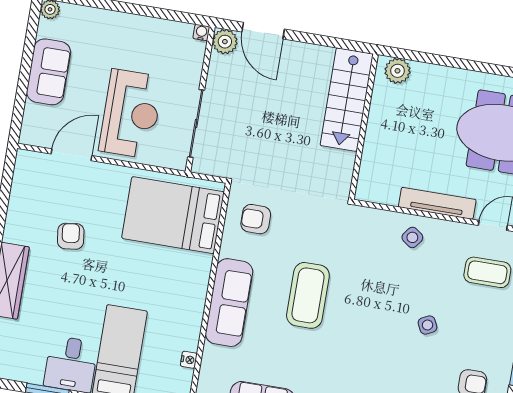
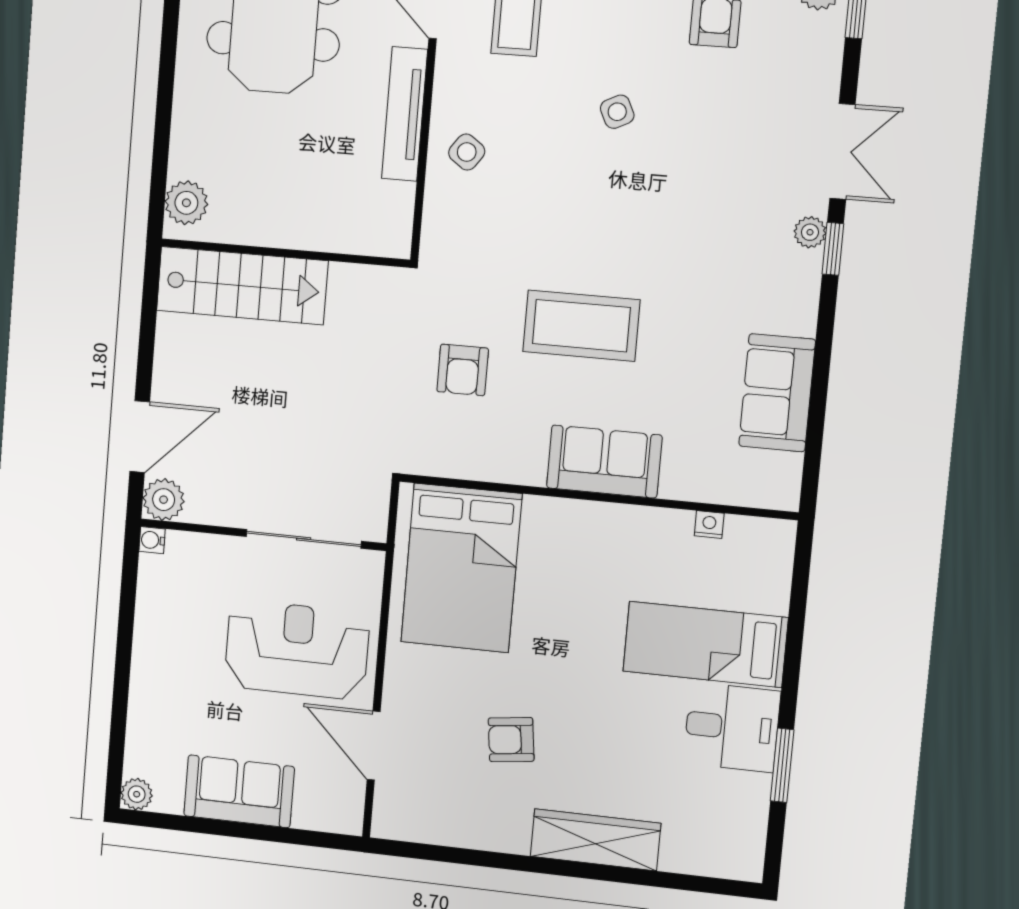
armchair: (256, 219) -> (463, 370), moved
sofa: (229, 303) -> (604, 462), width x0.73

